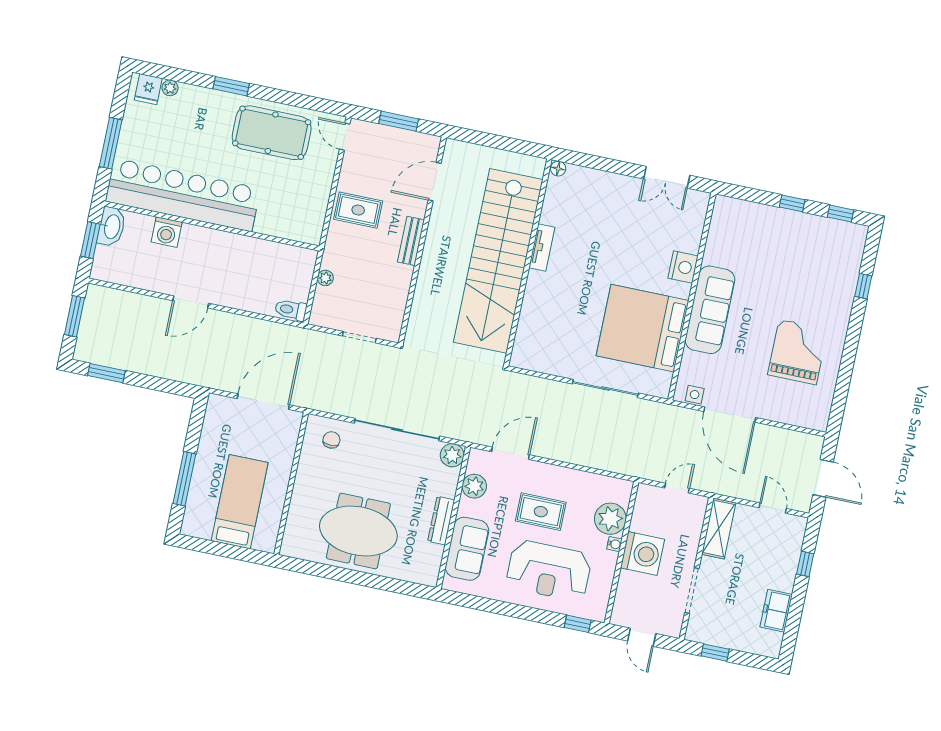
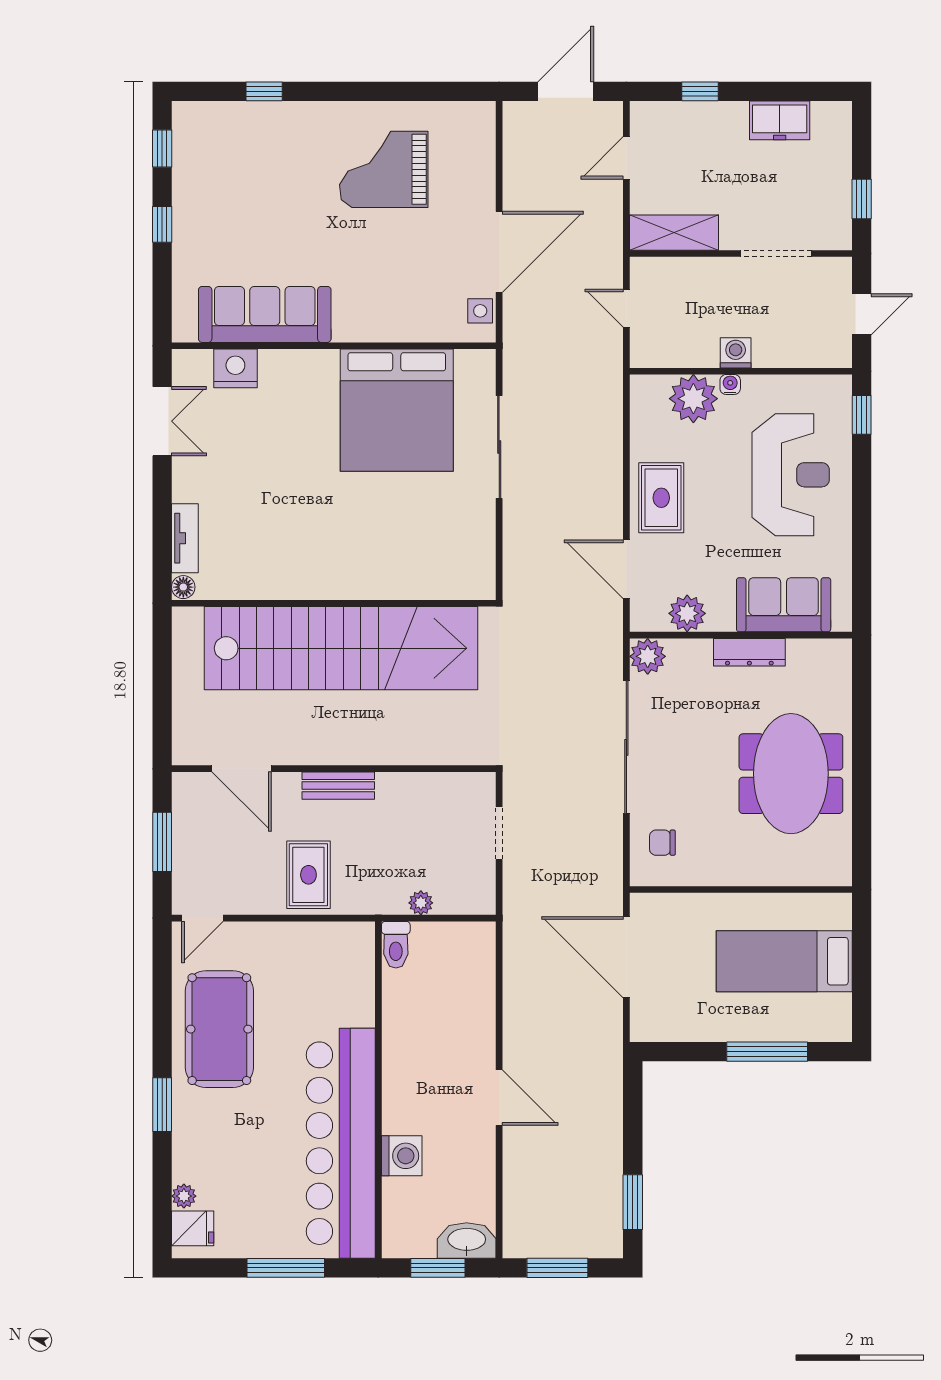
washbasin: (111, 227) -> (467, 1240), moved
tv unit: (542, 247) -> (185, 538), moved, turned 90
nightstand: (683, 267) -> (235, 368), moved
toilet: (291, 310) -> (396, 945), moved
sofa: (710, 310) -> (265, 314), moved
rug: (541, 512) -> (661, 498), moved
washing machine: (642, 554) -> (736, 353), width x0.53, depth x0.53

